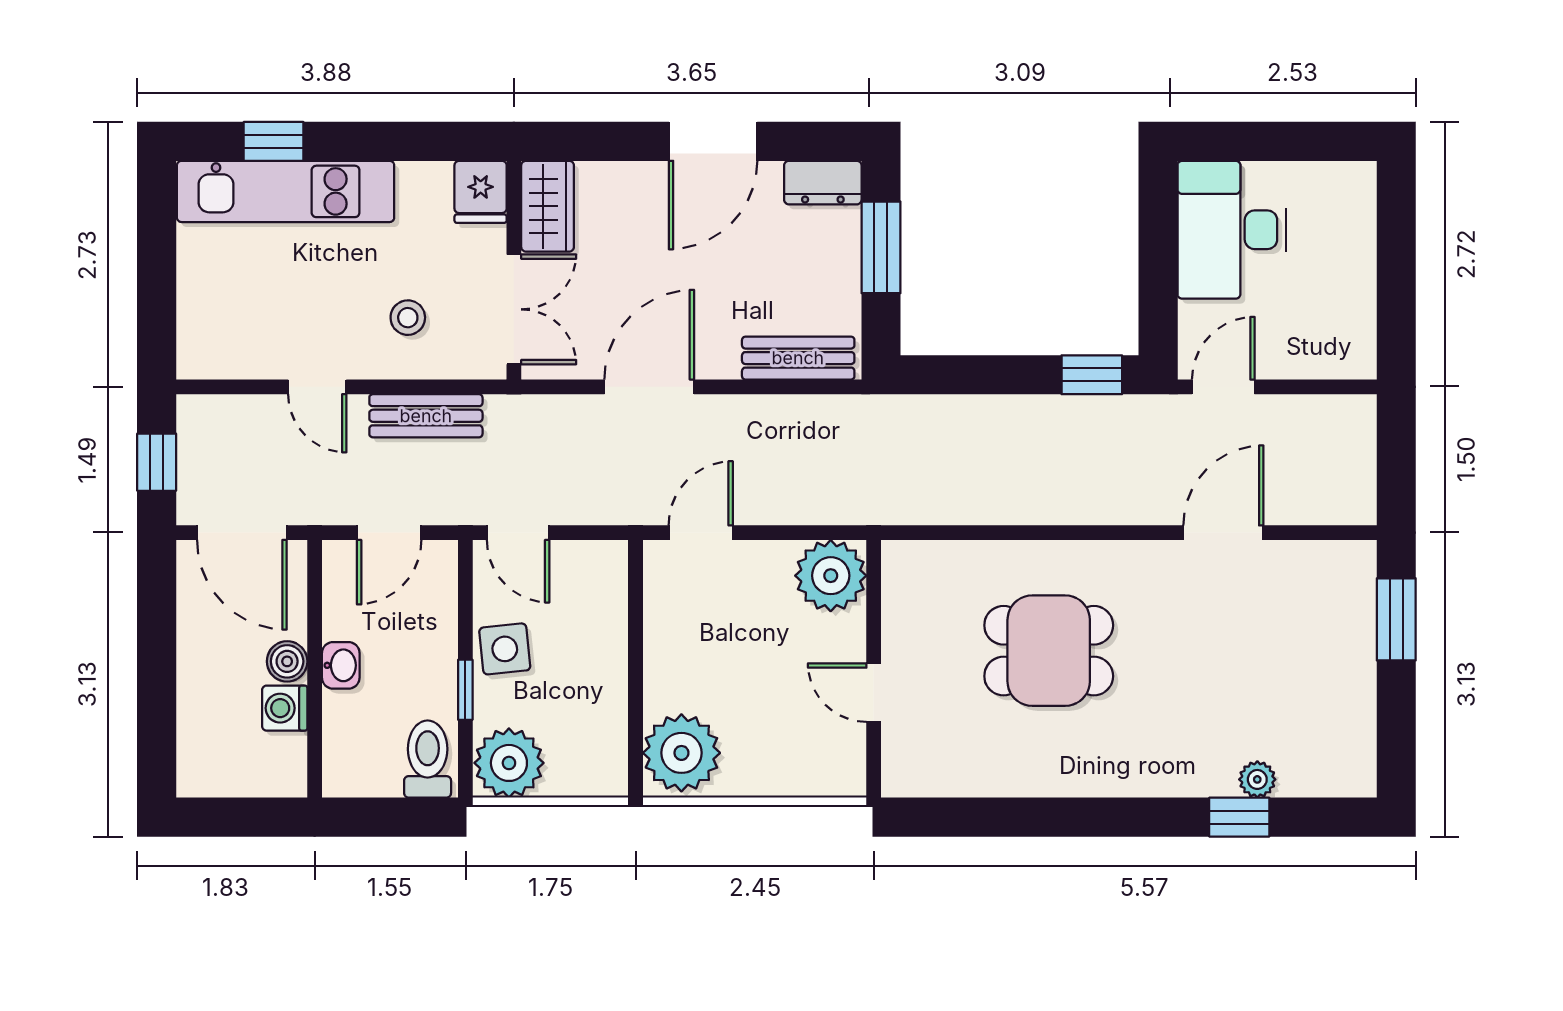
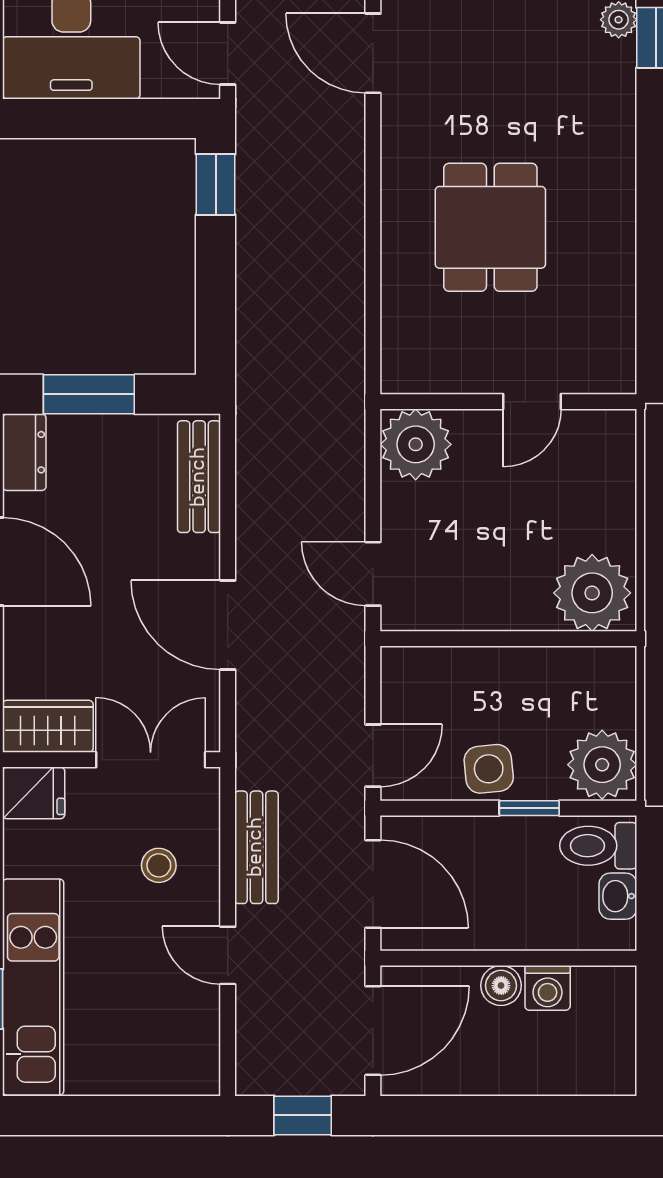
door: (317, 387) -> (228, 955), swing flipped
door: (389, 533) -> (373, 884), width x1.38
washbasin: (341, 665) -> (618, 896), moved, turned -90

